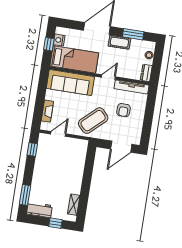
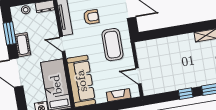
coffee table: (93, 121) -> (113, 45), turned 43
window: (32, 149) -> (186, 94), moved

